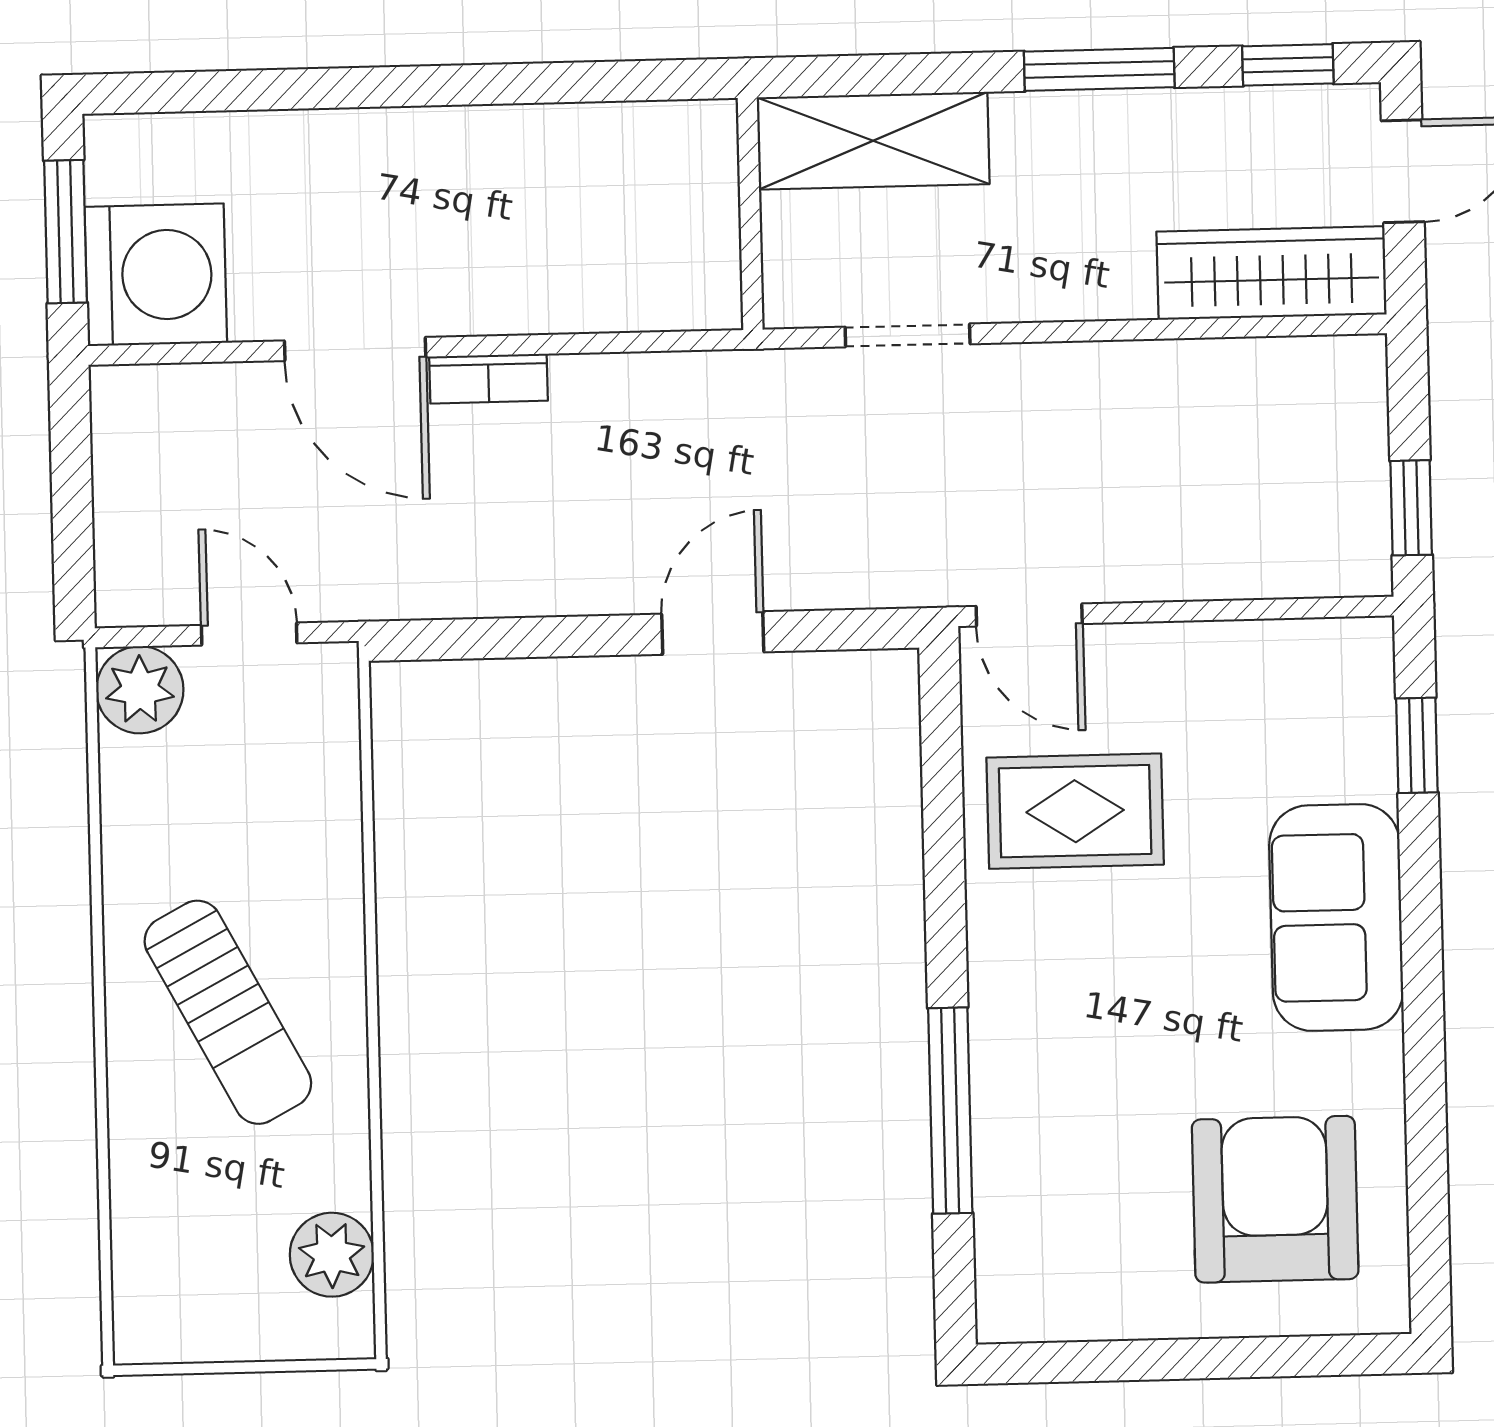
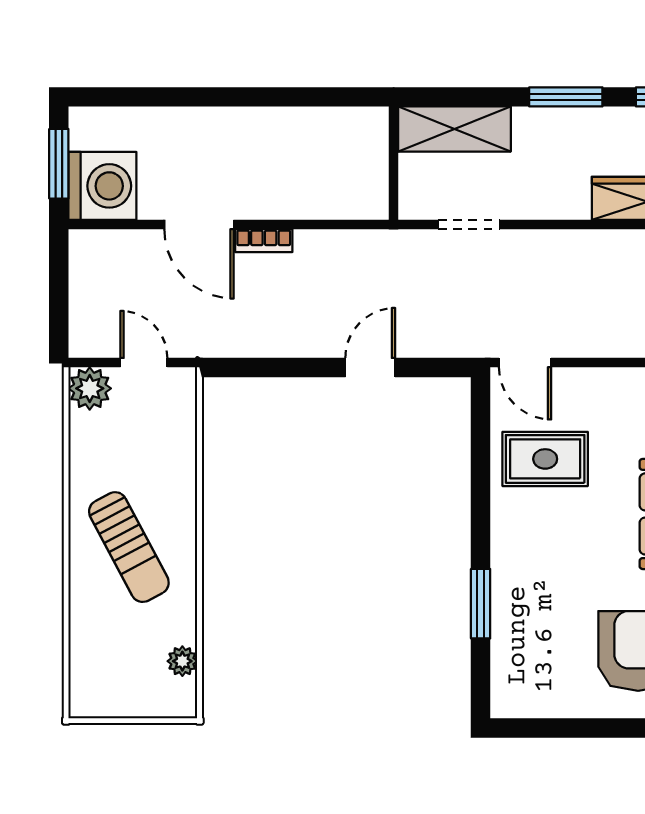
window: (950, 1111) -> (481, 604), width x0.69
plant: (332, 1255) -> (182, 661), width x0.73, depth x0.73

